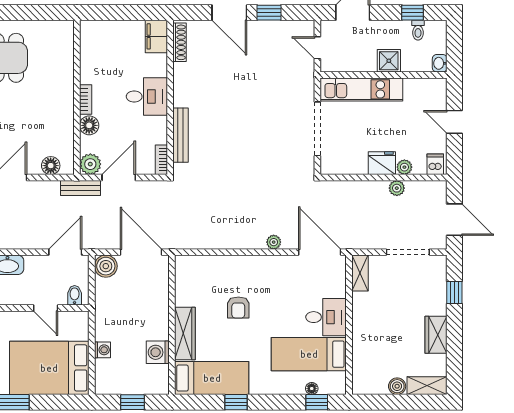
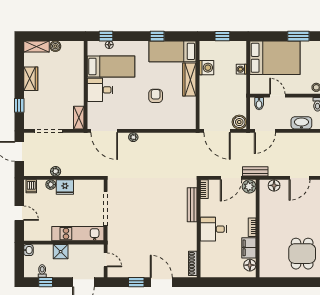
filing cabinet: (156, 36) -> (249, 248), moved, turned 180
floor lamp: (89, 125) -> (250, 265), moved

